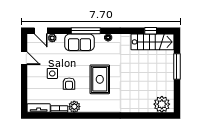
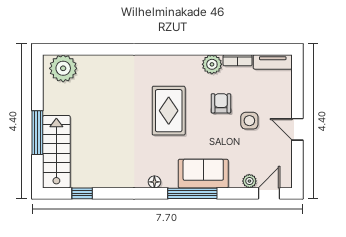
door: (41, 31) -> (269, 193), hinge flipped
stairs: (152, 42) -> (56, 152), moved, turned 90
door: (24, 58) -> (297, 129), moved

